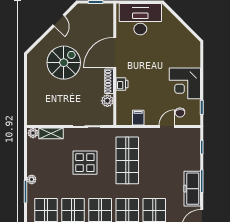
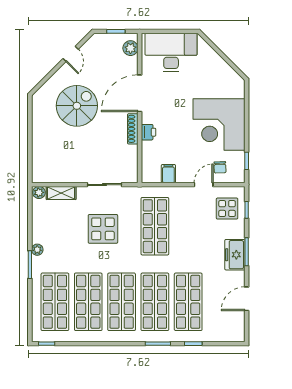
corner desk: (185, 83) -> (219, 125), width x1.36, depth x1.36
plant: (107, 101) -> (130, 48), moved
display table: (186, 146) -> (227, 209), added
freezer: (192, 189) -> (235, 255), width x0.71

